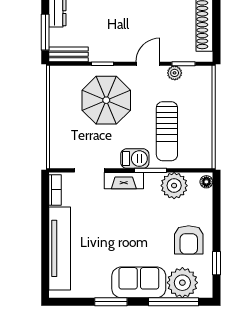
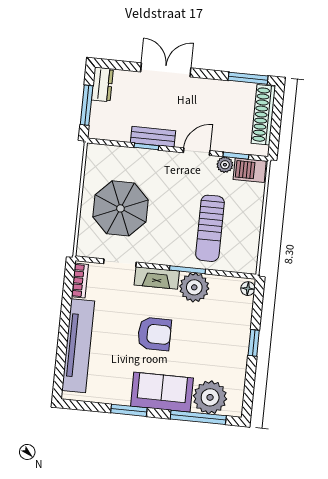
bench: (69, 54) -> (153, 137), moved
parasol: (106, 100) -> (120, 208), moved
barbecue: (135, 159) -> (250, 170), moved, turned 180
plant: (174, 186) -> (194, 287), moved
armchair: (189, 240) -> (154, 334), moved, turned -90
window: (216, 263) -> (254, 343), moved

